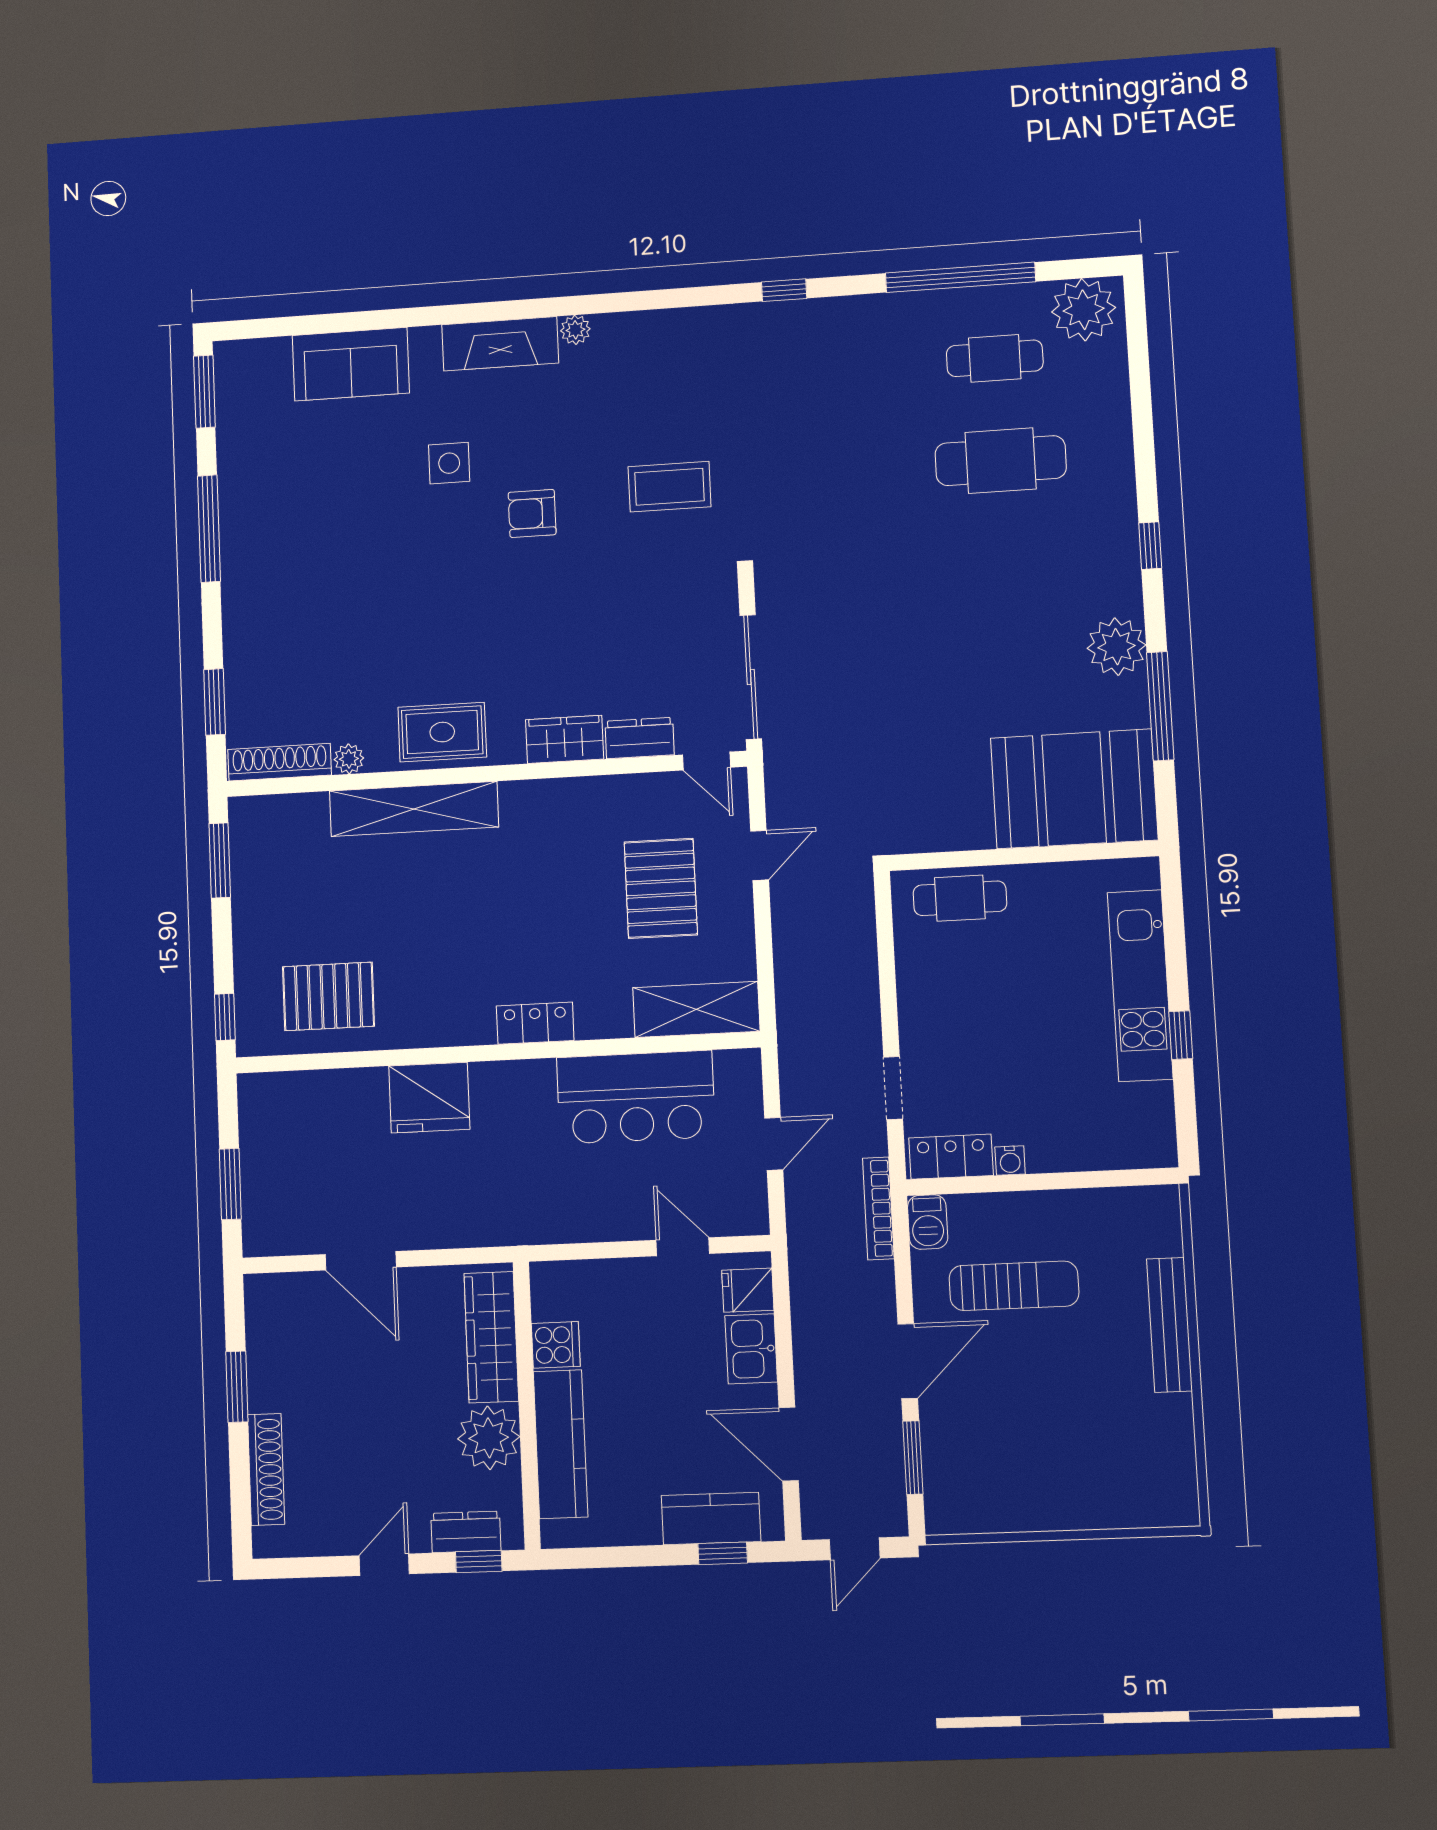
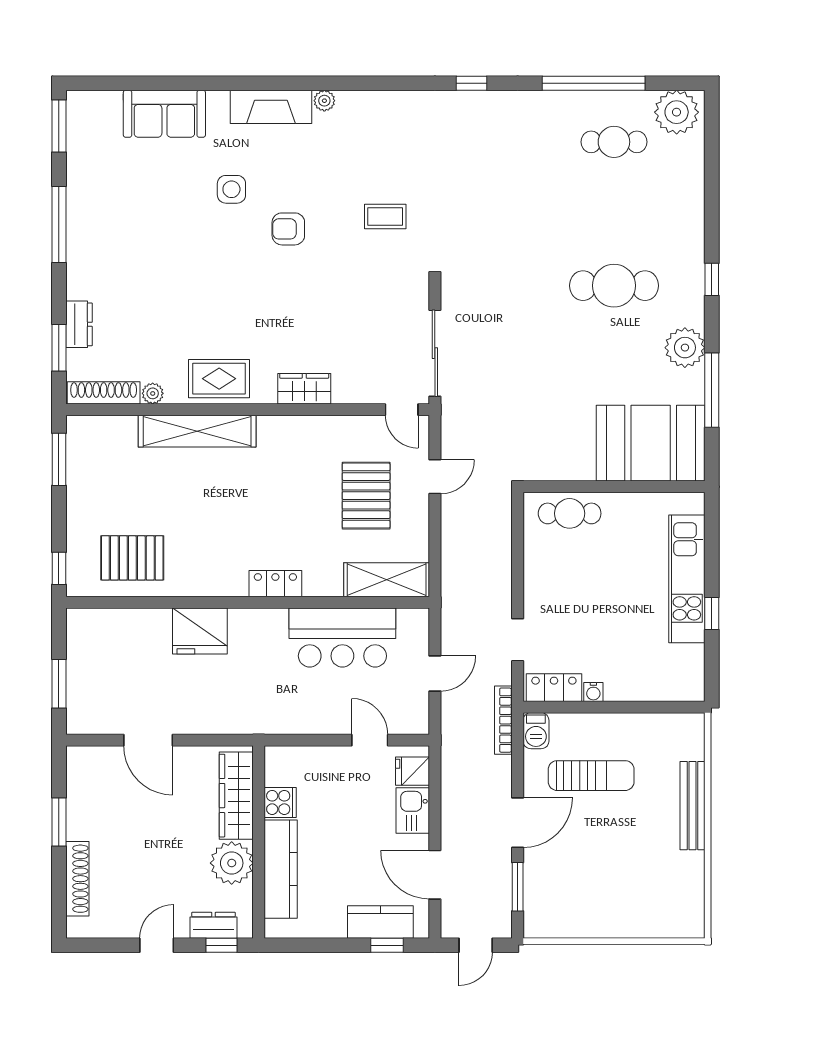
cafe table: (1001, 461) -> (614, 286), moved
coffee table: (670, 487) -> (385, 216), width x0.73, depth x0.77
dresser: (640, 738) -> (79, 324), moved, turned 90

